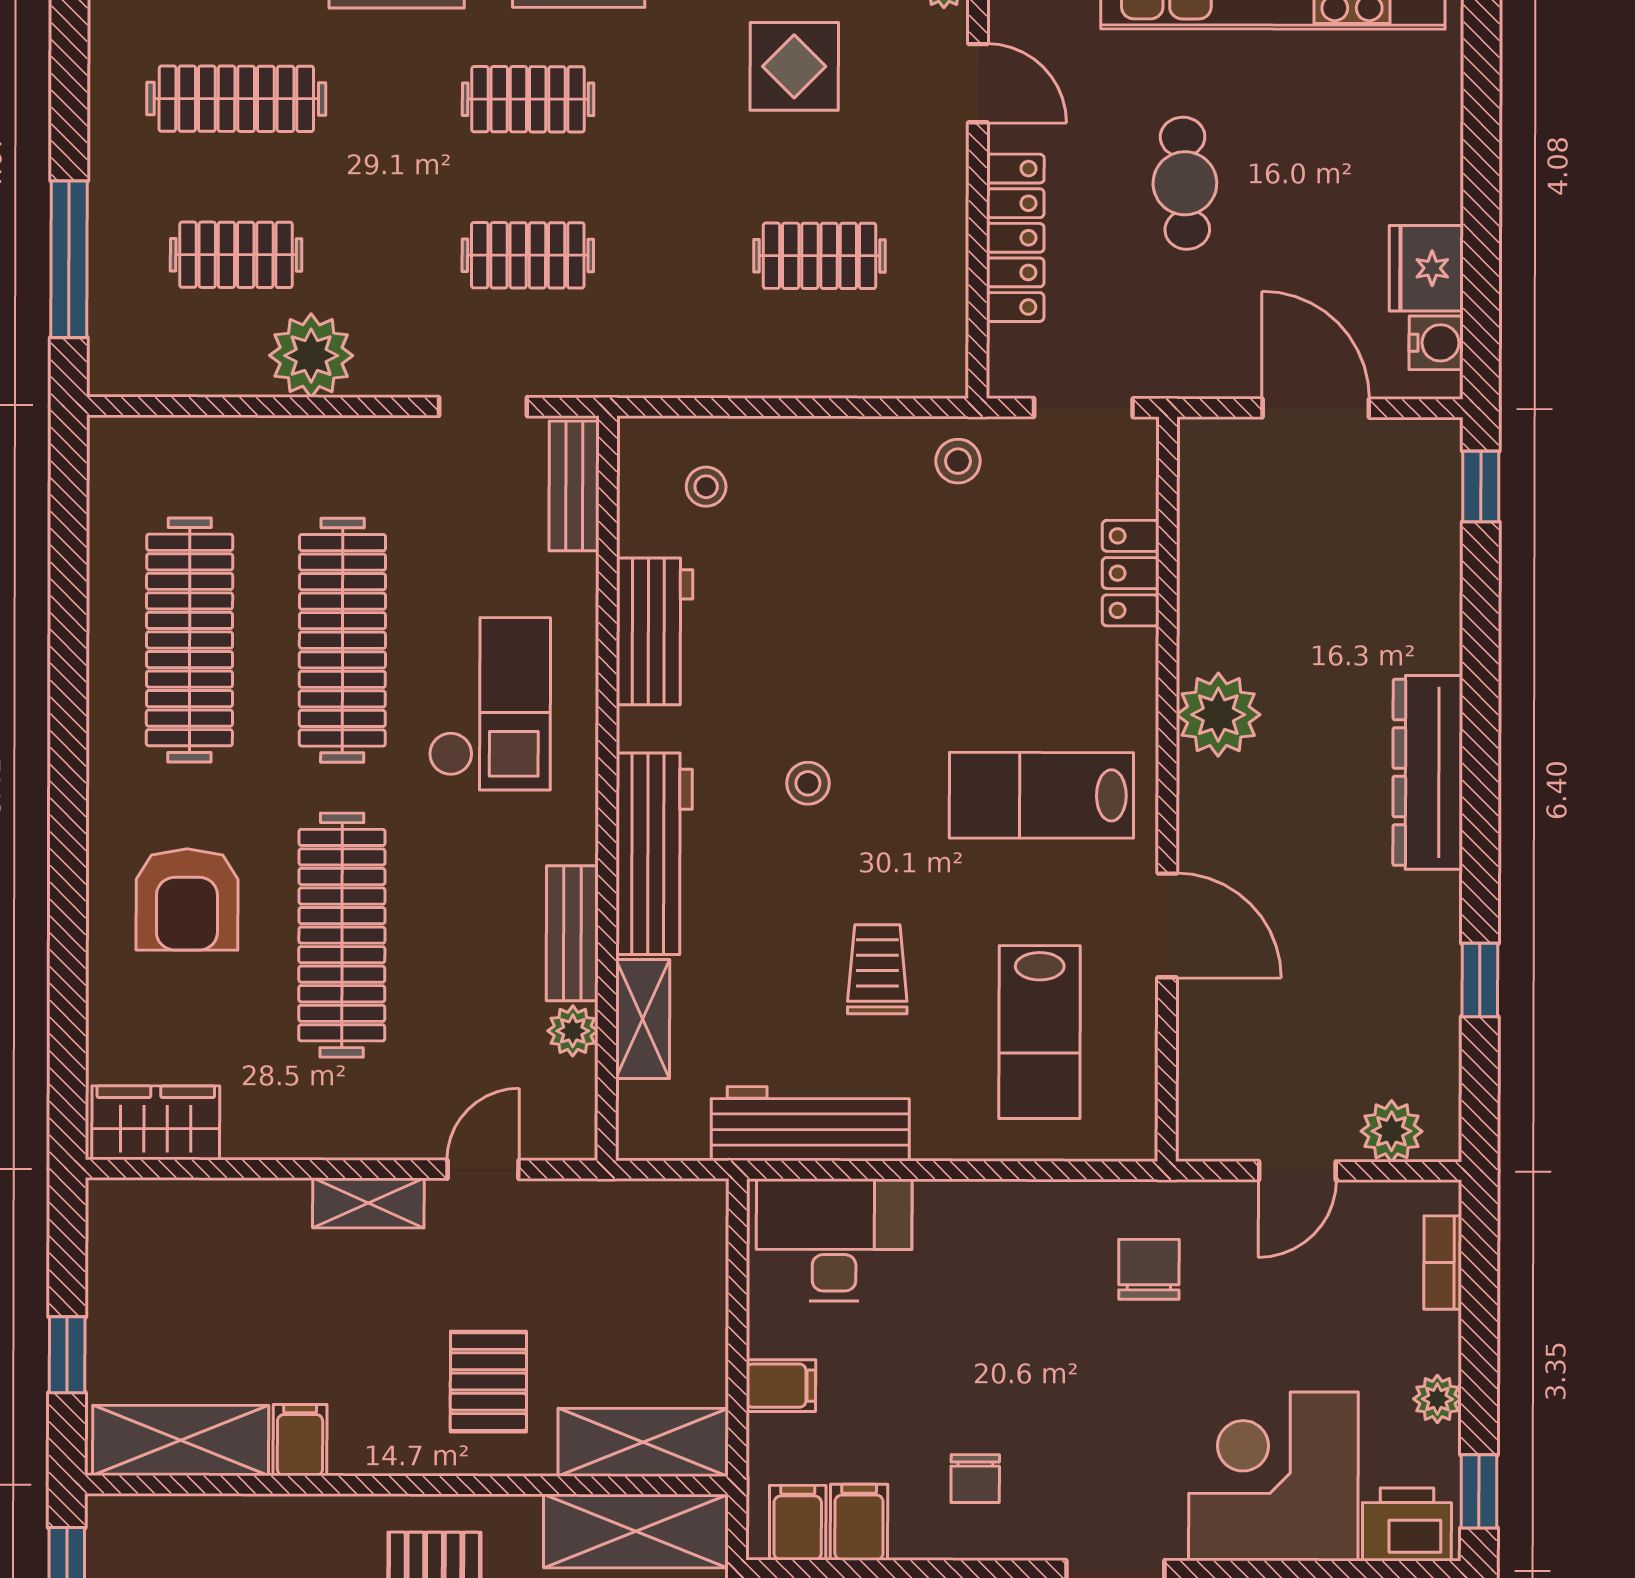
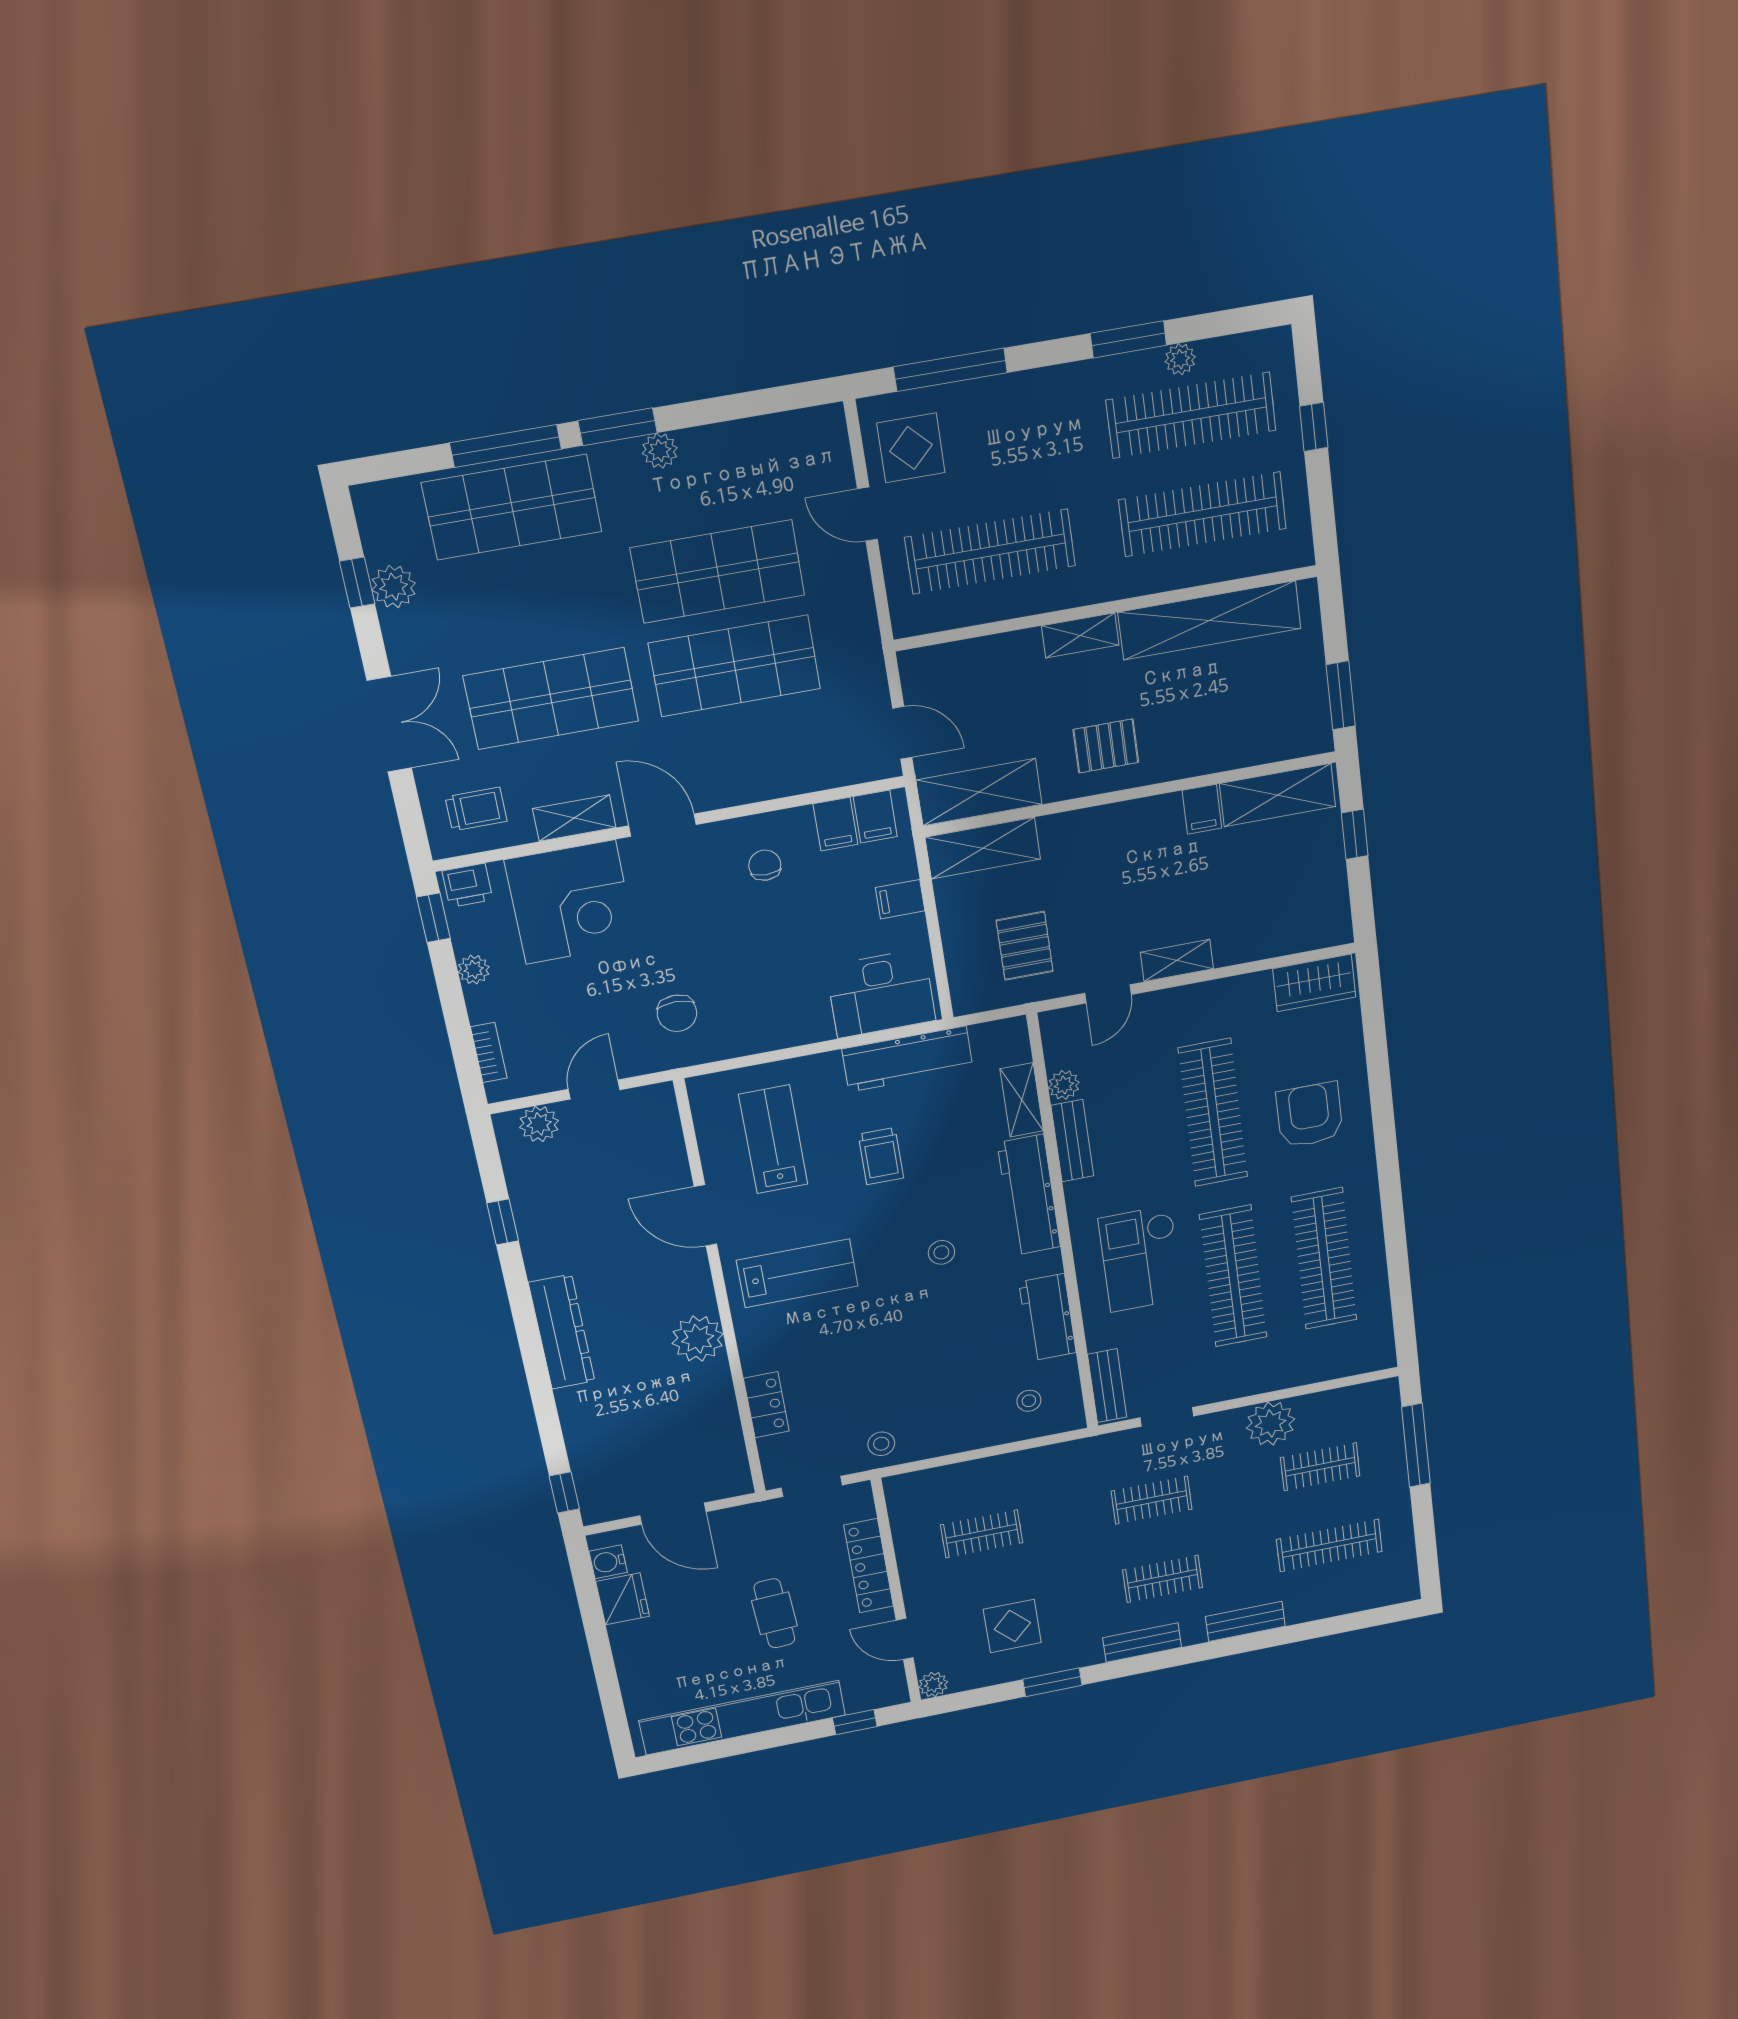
pallet: (488, 1382) -> (1025, 946), moved
printer: (1407, 1524) -> (467, 885), width x0.73, depth x0.81

